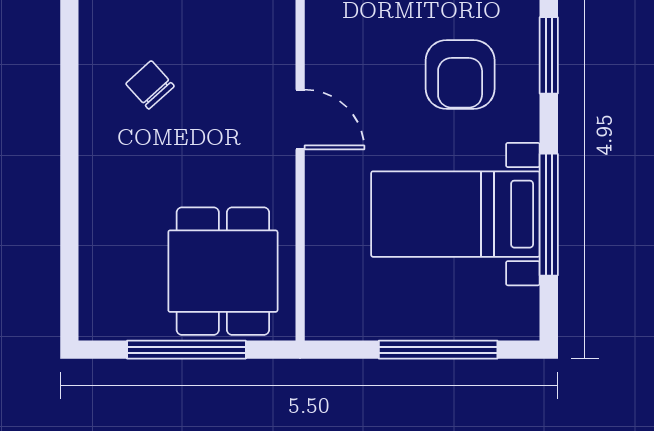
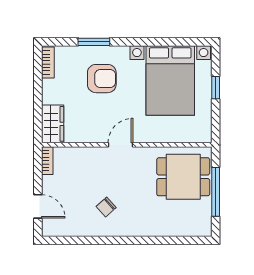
bed with nightstands: (455, 214) -> (170, 80), width x1.36
window: (549, 215) -> (160, 42), removed
window: (438, 350) -> (216, 88), width x0.46

